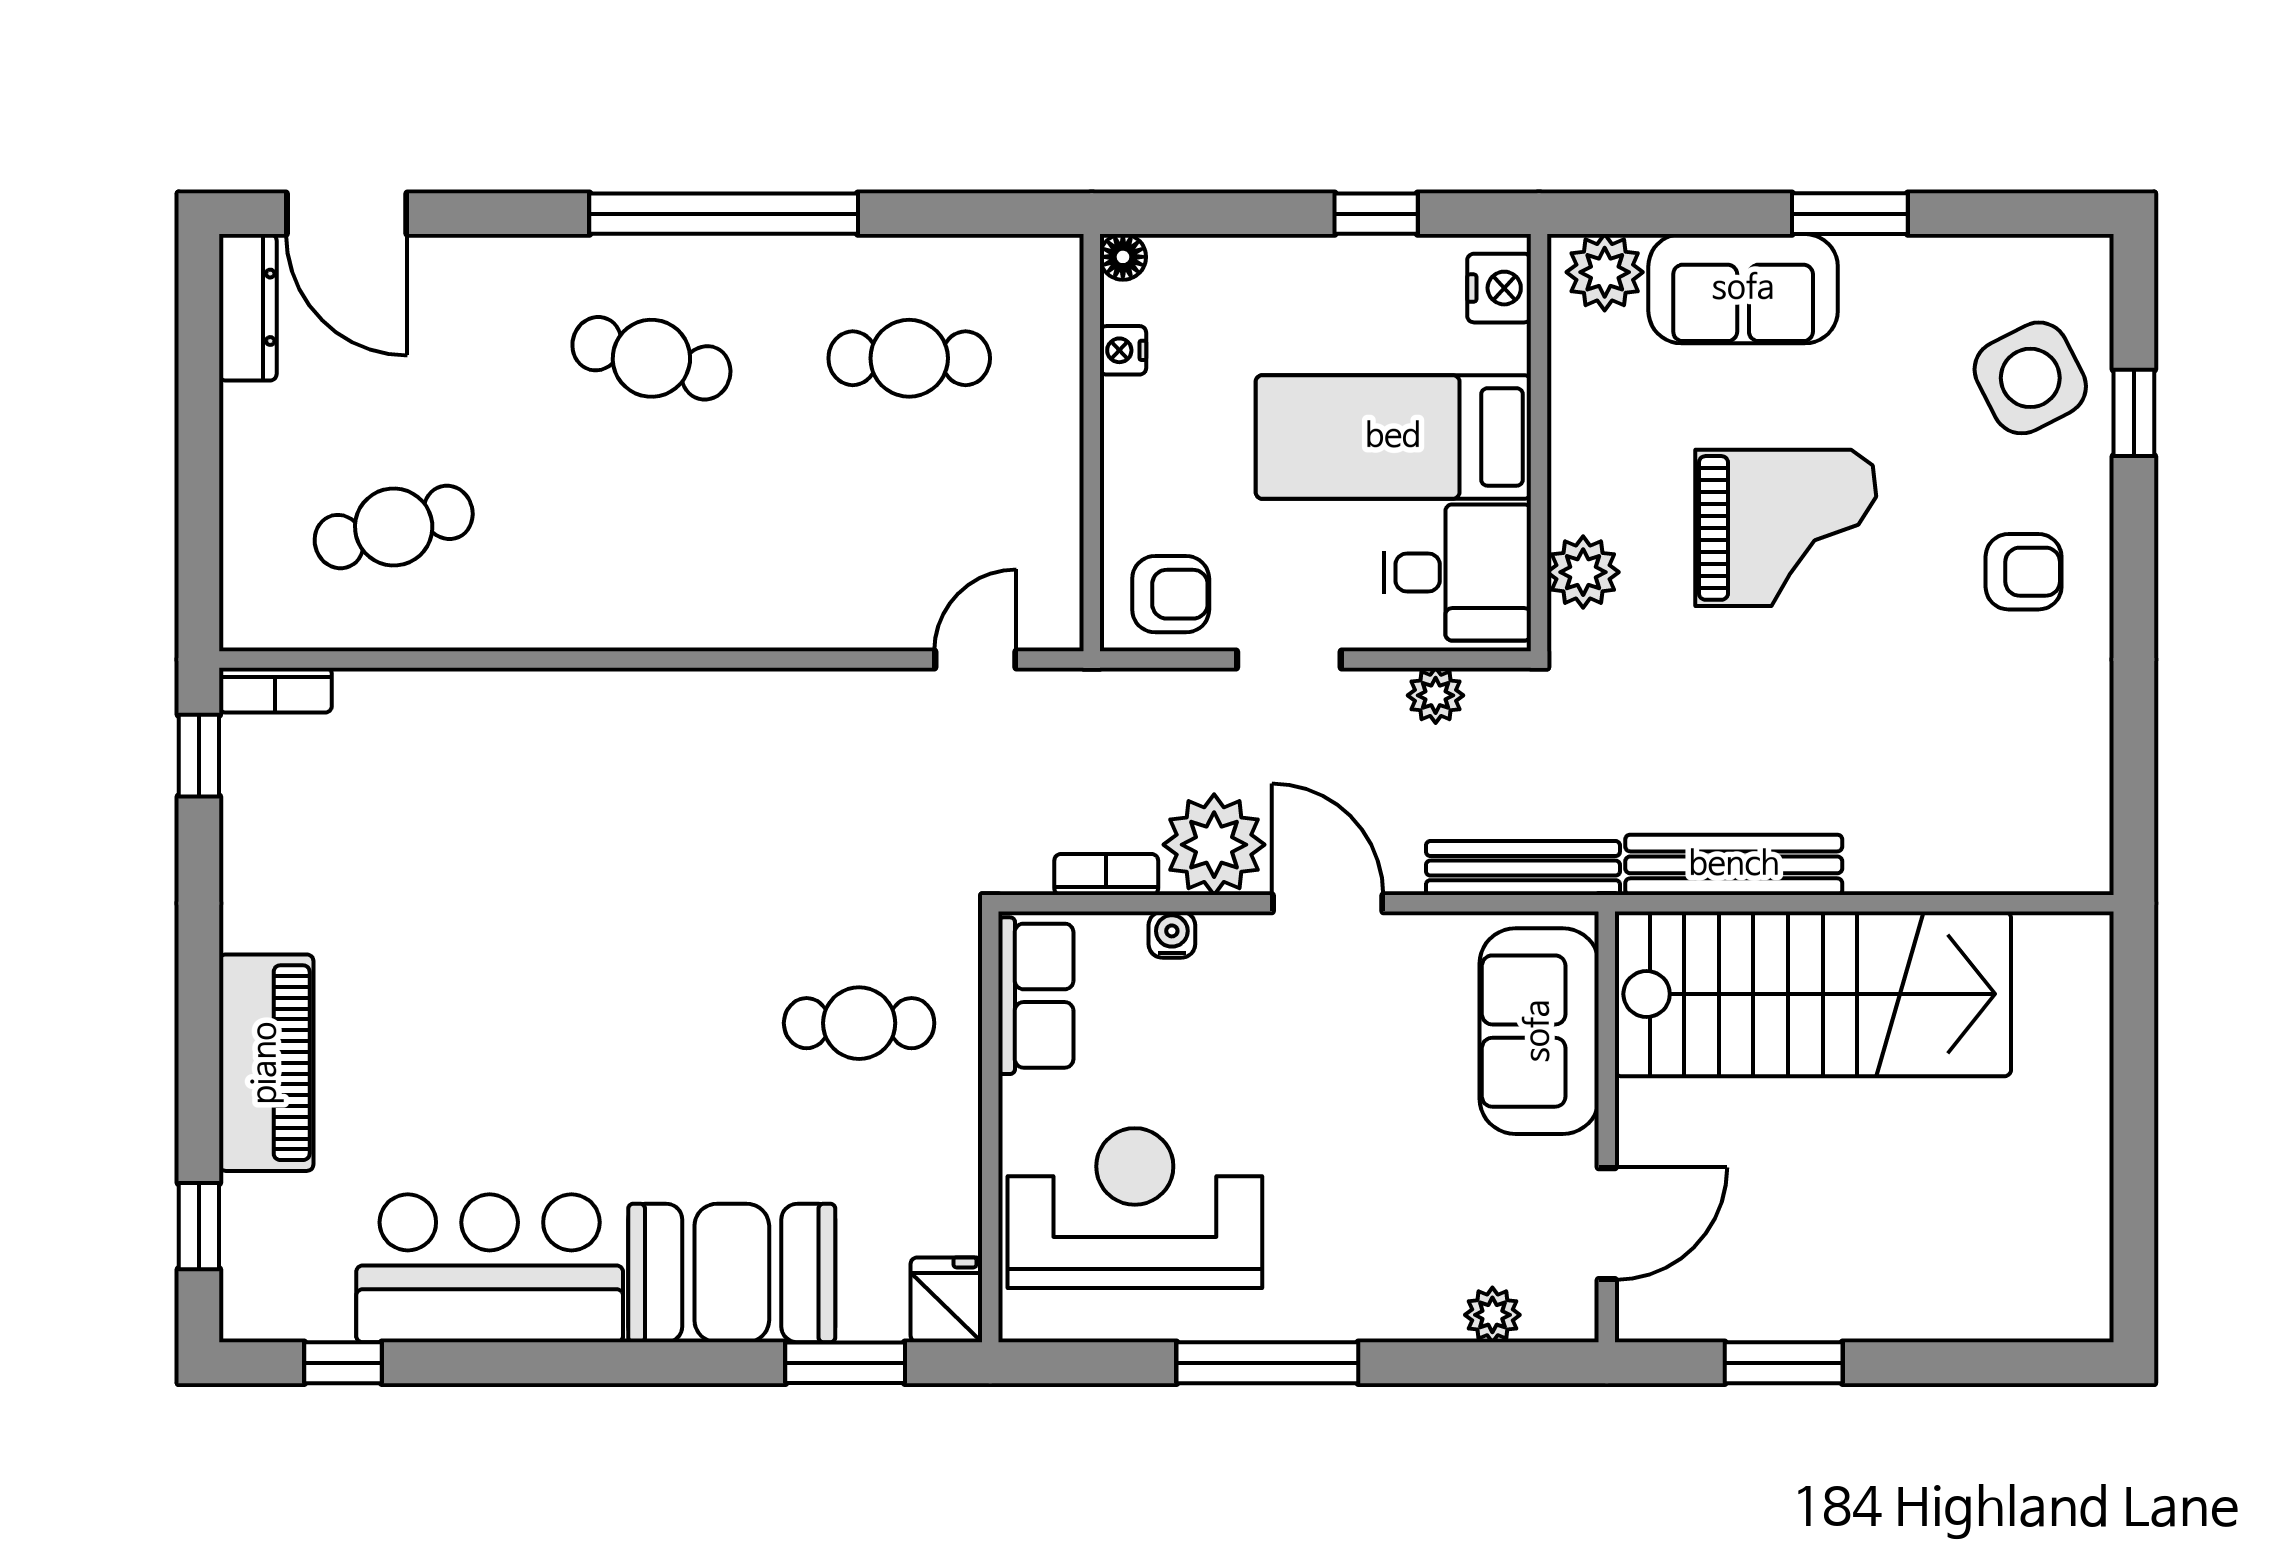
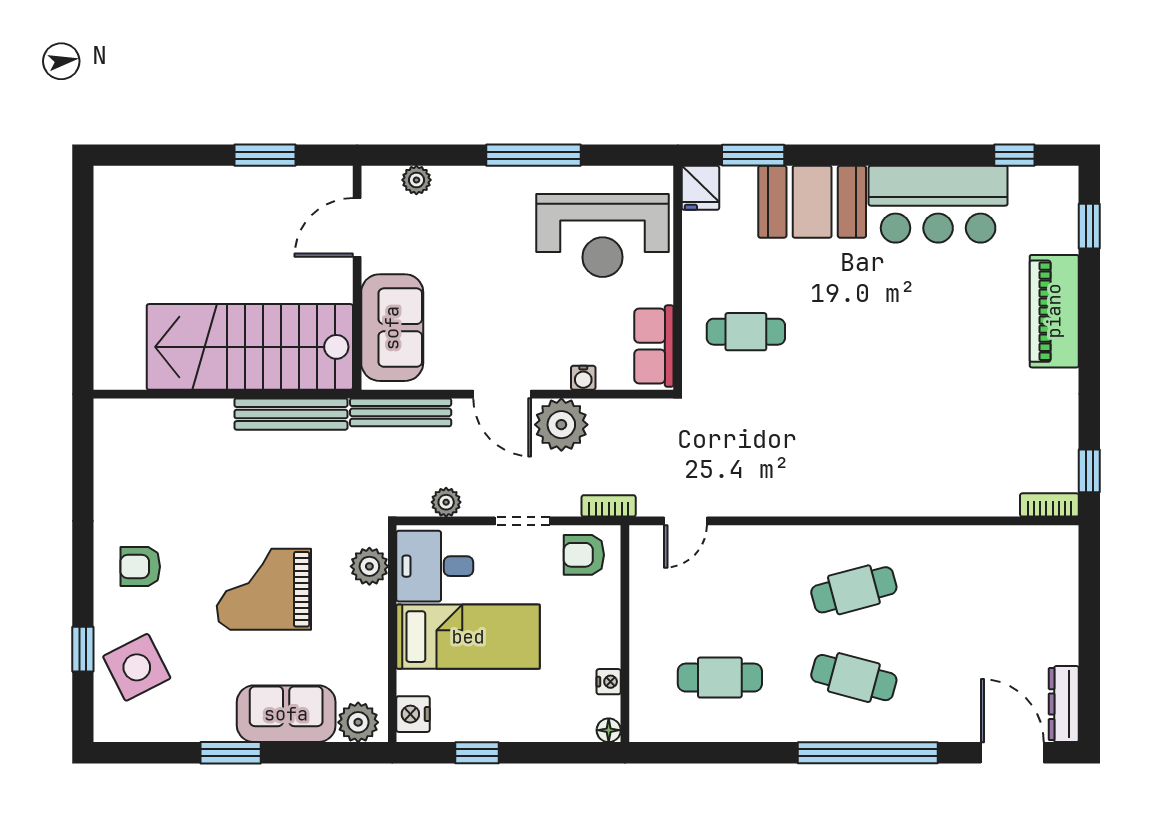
window: (724, 214) -> (868, 753), moved
cafe table: (394, 527) -> (854, 590), moved
bookcase: (1106, 875) -> (609, 506), moved, turned 180

